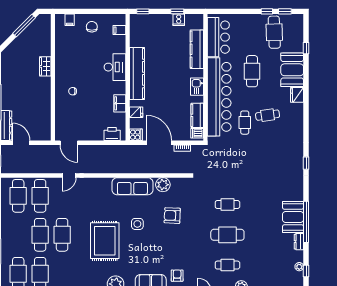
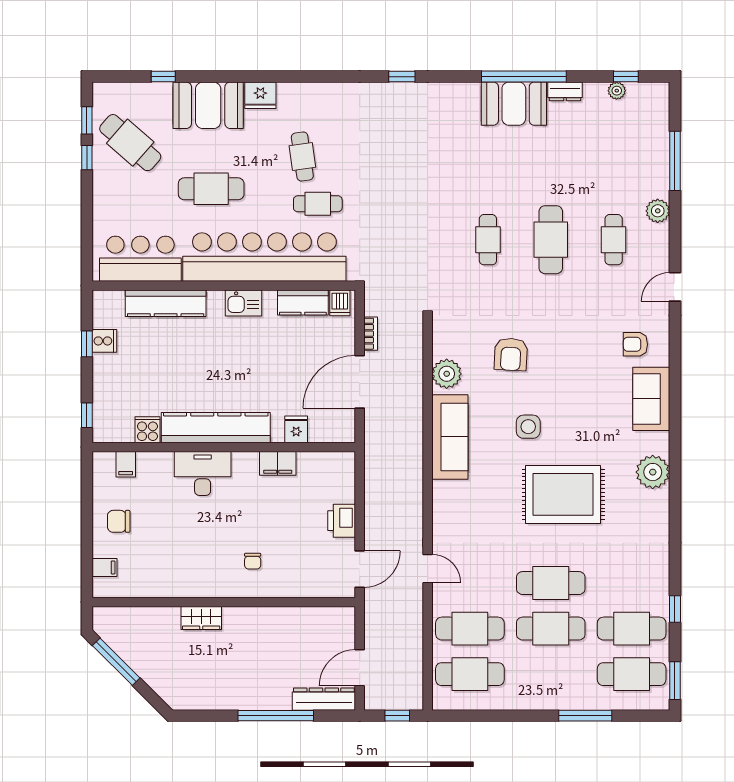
cafe table: (274, 32) -> (130, 143), turned 43
printer: (112, 134) -> (342, 521), moved
cooker: (136, 135) -> (147, 430), moved

